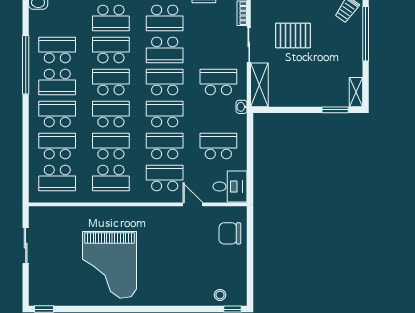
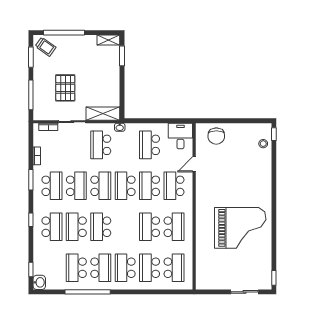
school desk: (165, 82) -> (101, 186), turned 180
school desk: (111, 114) -> (125, 227), removed
sliding door: (26, 246) -> (245, 292), moved

